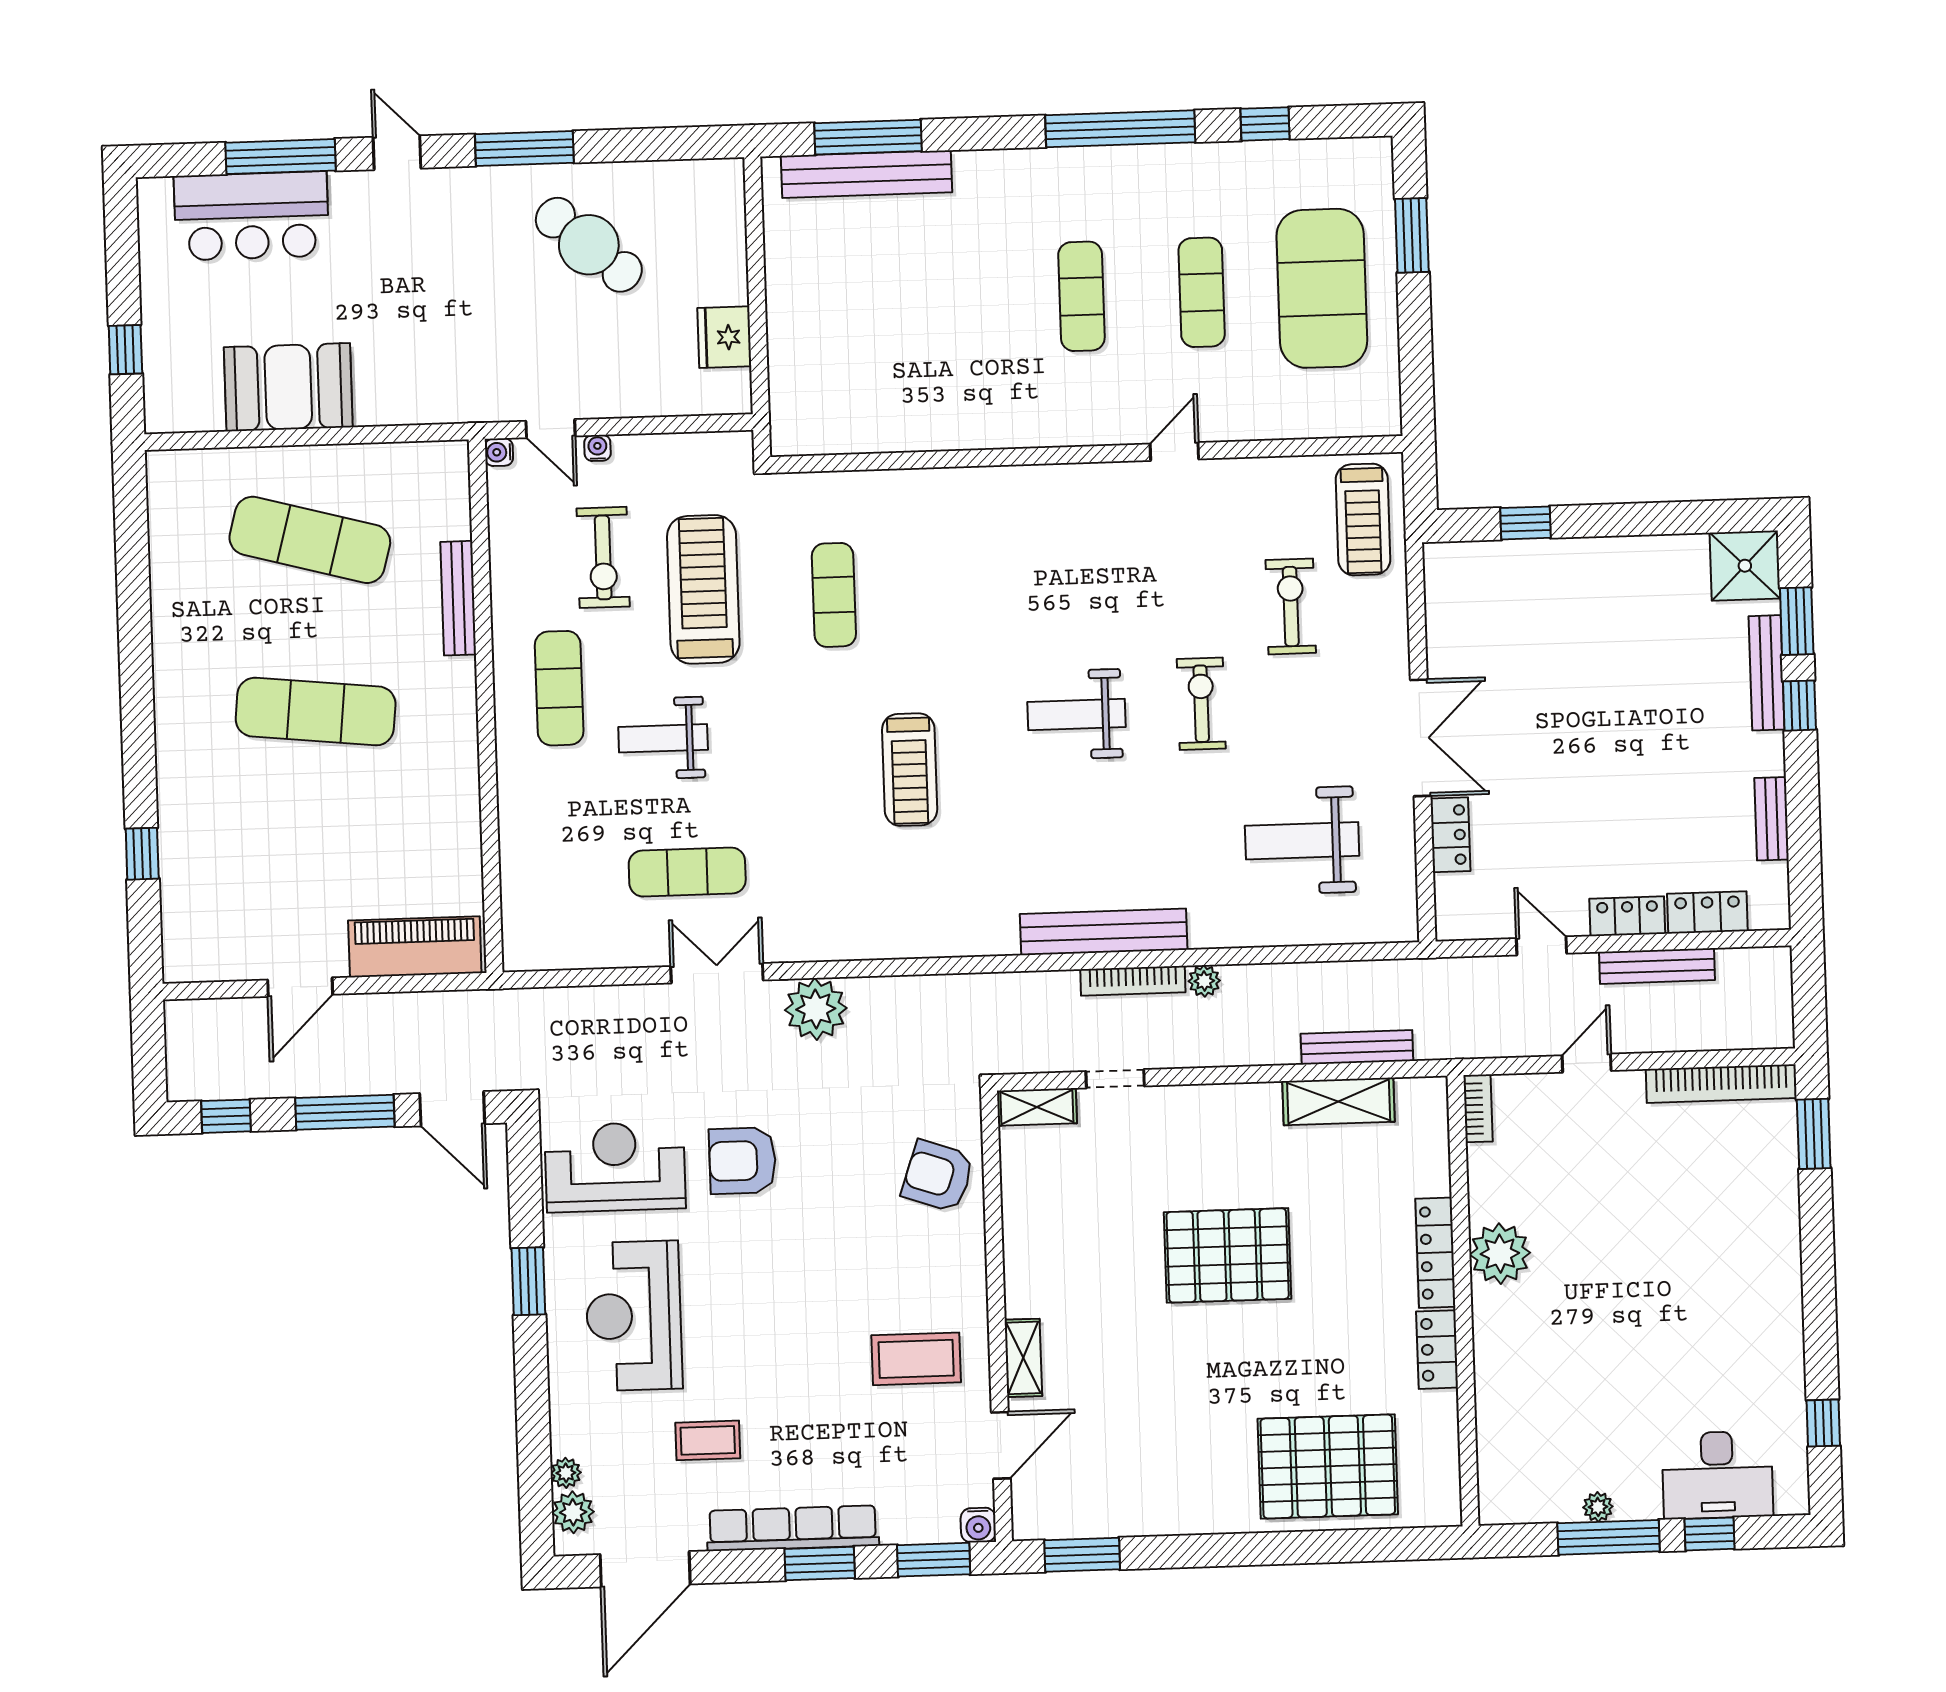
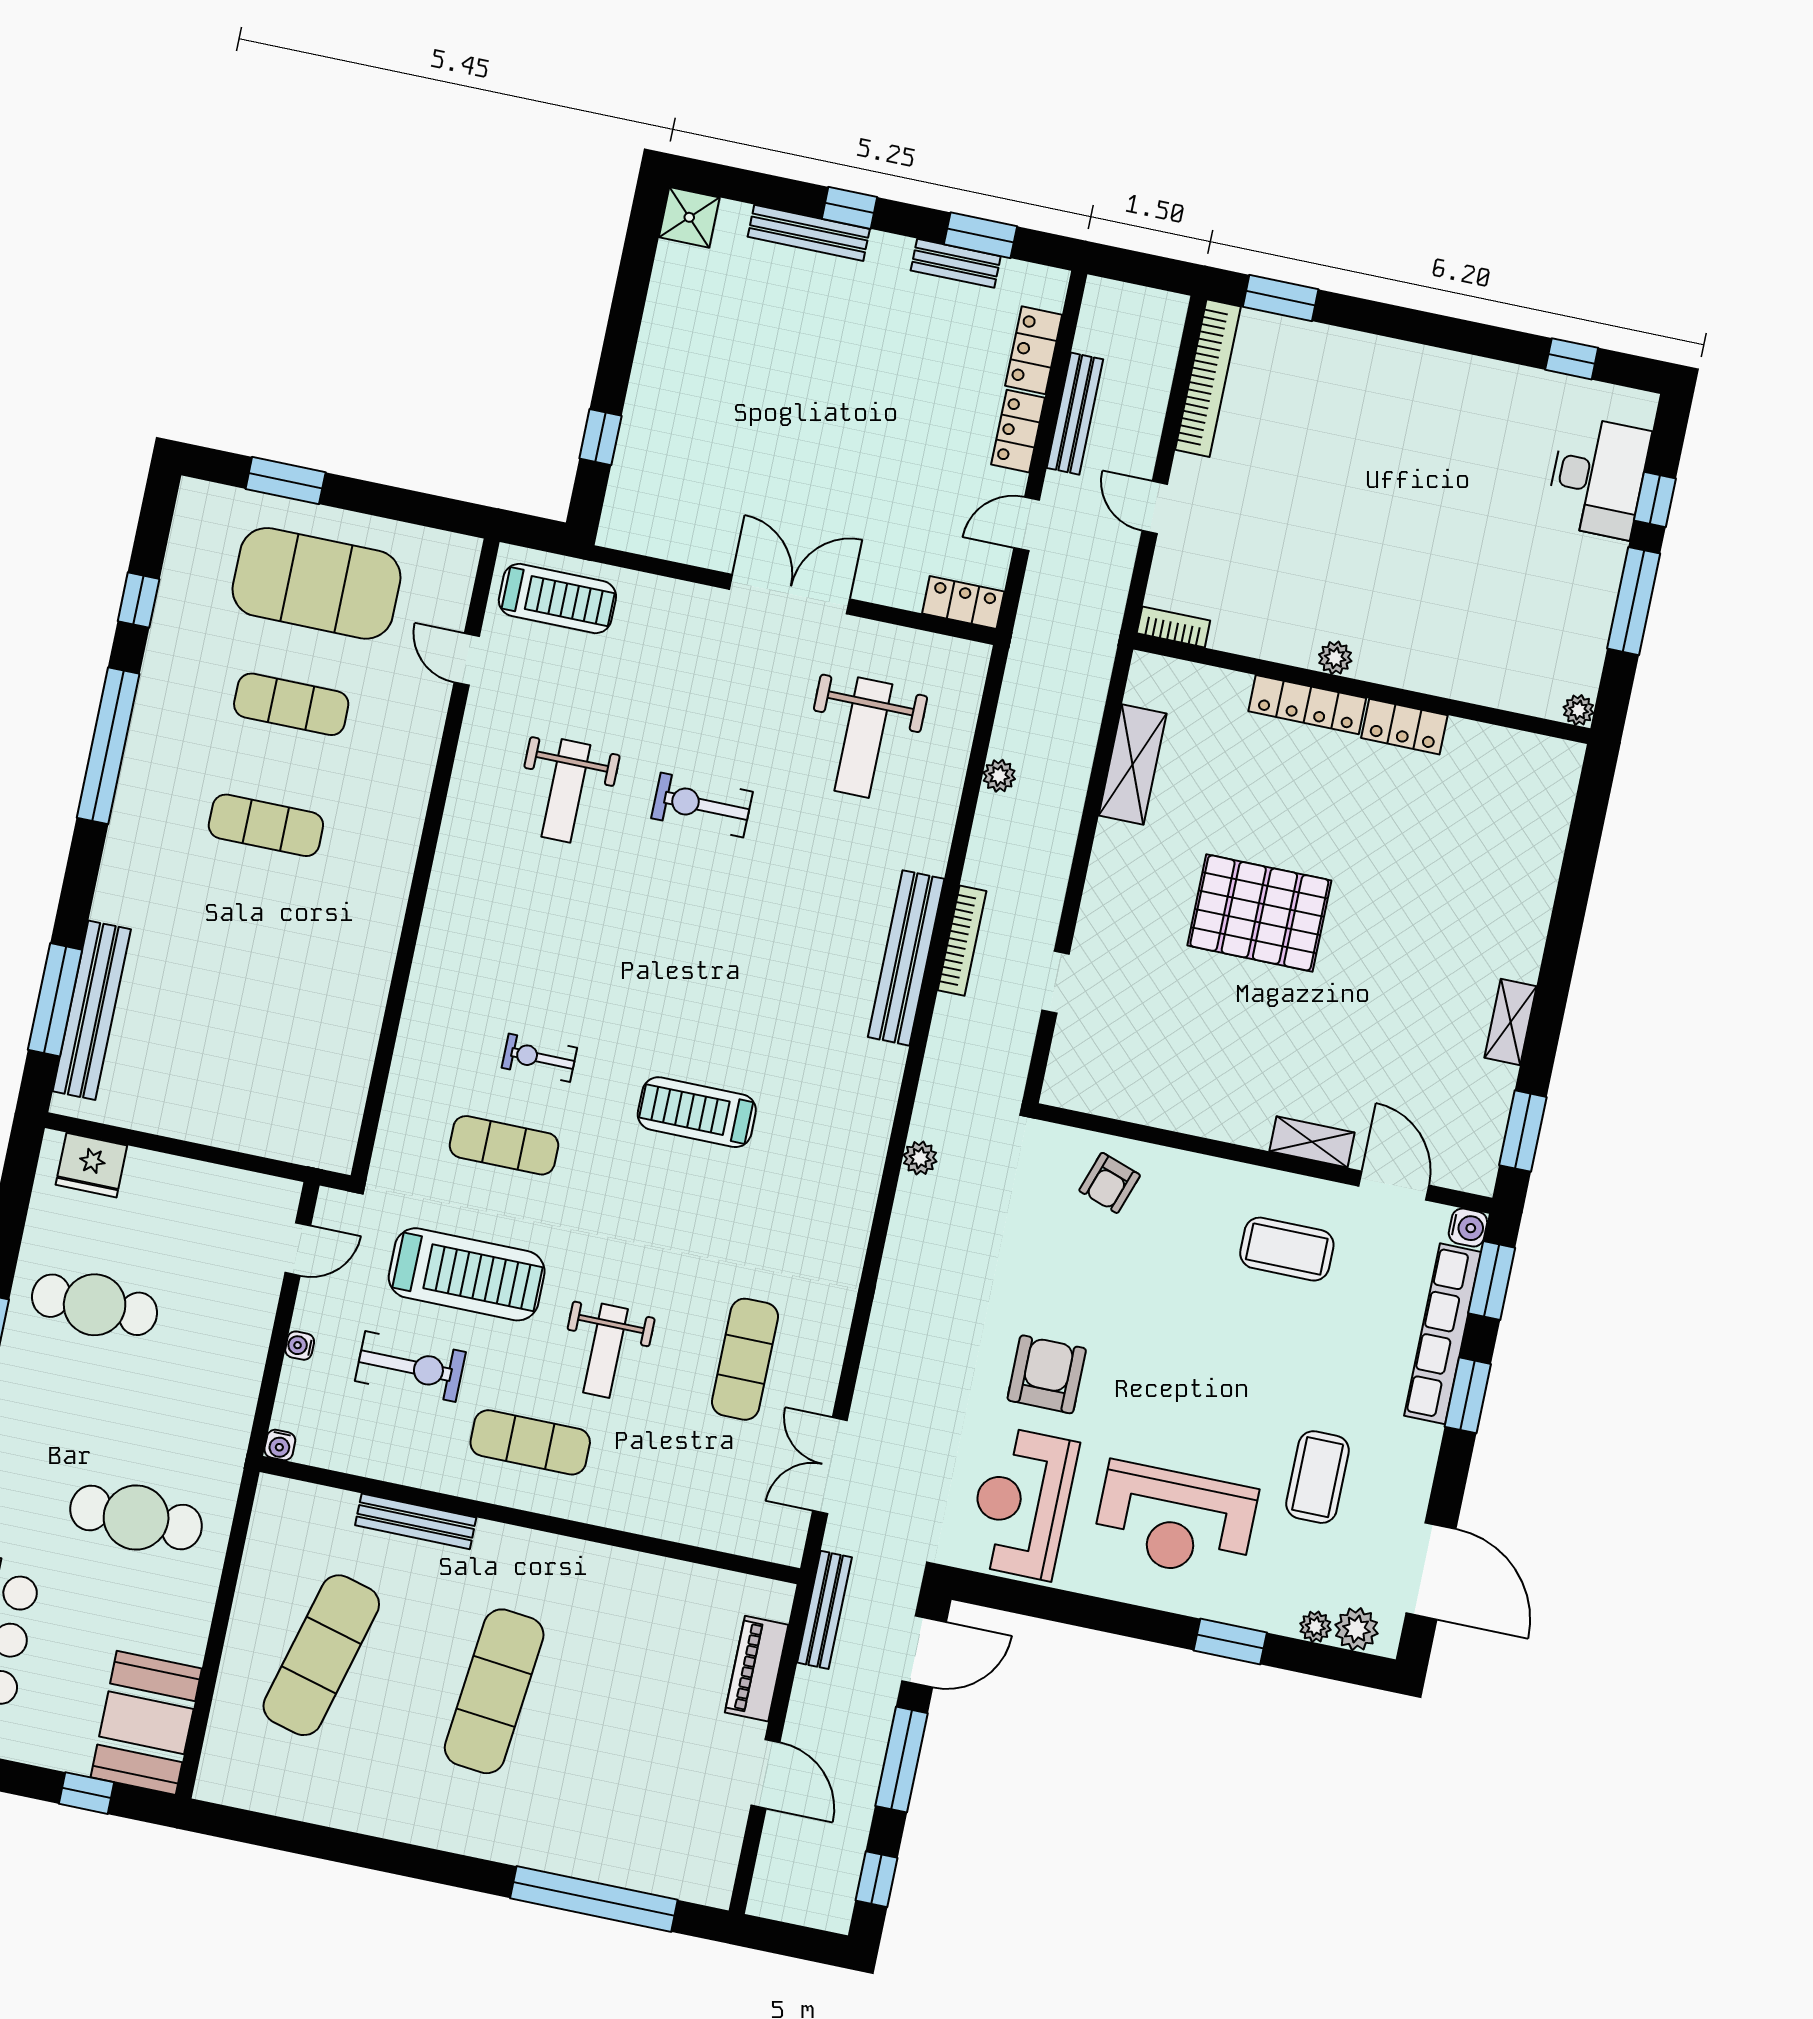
cafe table: (589, 245) -> (95, 1305), turned 49
cafe table: (397, 333) -> (136, 1518), added
fridge: (724, 337) -> (91, 1165), moved
booth: (288, 387) -> (146, 1723), moved
door: (550, 429) -> (298, 1249), moved
door: (1174, 452) -> (467, 659), moved
shower: (1745, 566) -> (689, 217), width x0.73, depth x0.73
treadmill: (703, 589) -> (467, 1274), turned 180
exercise bike: (1291, 606) -> (539, 1058), moved, width x0.73, depth x0.72
window: (1797, 621) -> (981, 235), moved
weight bench: (1076, 714) -> (566, 791), moved
treadmill: (910, 770) -> (697, 1112), turned 180
locker: (1450, 835) -> (963, 602), moved
window: (142, 854) -> (594, 1899), width x3.17
piano: (415, 947) -> (757, 1669), width x0.73, depth x0.75
double door: (717, 973) -> (830, 1466), moved
plant: (1204, 981) -> (999, 776), moved
plant: (816, 1009) -> (920, 1158), moved, width x0.53, depth x0.53
bench: (1357, 1047) -> (825, 1610), moved
shelving: (1037, 1107) -> (1510, 1022), moved
armchair: (742, 1161) -> (1047, 1374), turned 180
armchair: (938, 1176) -> (1110, 1183), width x0.72, depth x0.72
plant: (1500, 1254) -> (1335, 658), width x0.53, depth x0.53
pallet: (1228, 1255) -> (1259, 913), turned 90
window: (528, 1281) -> (1230, 1642), moved
coffee table: (916, 1359) -> (1287, 1249), turned 90
coffee table: (708, 1440) -> (1318, 1477), width x1.36, depth x1.30
pallet: (1328, 1466) -> (1495, 864), removed
plant: (1598, 1507) -> (1579, 710), moved
row of seats: (793, 1528) -> (1443, 1334), moved

